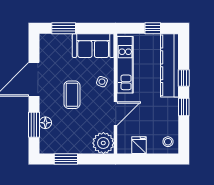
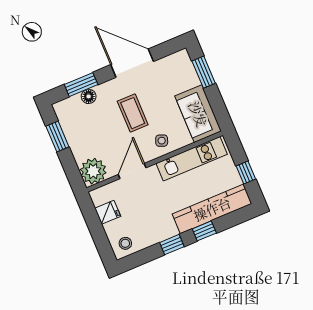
coffee table: (72, 95) -> (133, 113), turned 90
door: (116, 114) -> (132, 171), swing flipped

